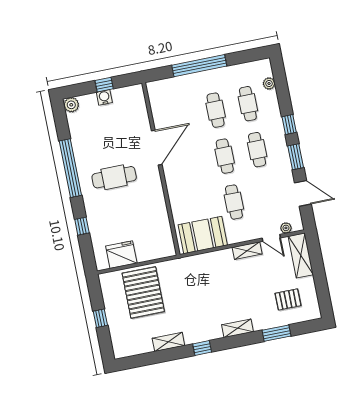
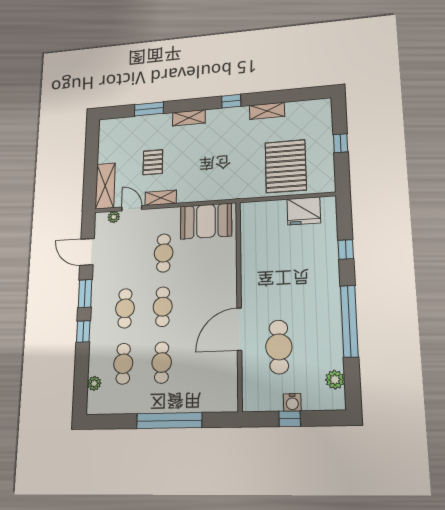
plant: (71, 105) -> (335, 380), moved
cafe table: (114, 177) -> (279, 347), moved, turned 90
pallet: (288, 299) -> (153, 162), moved, turned 90

